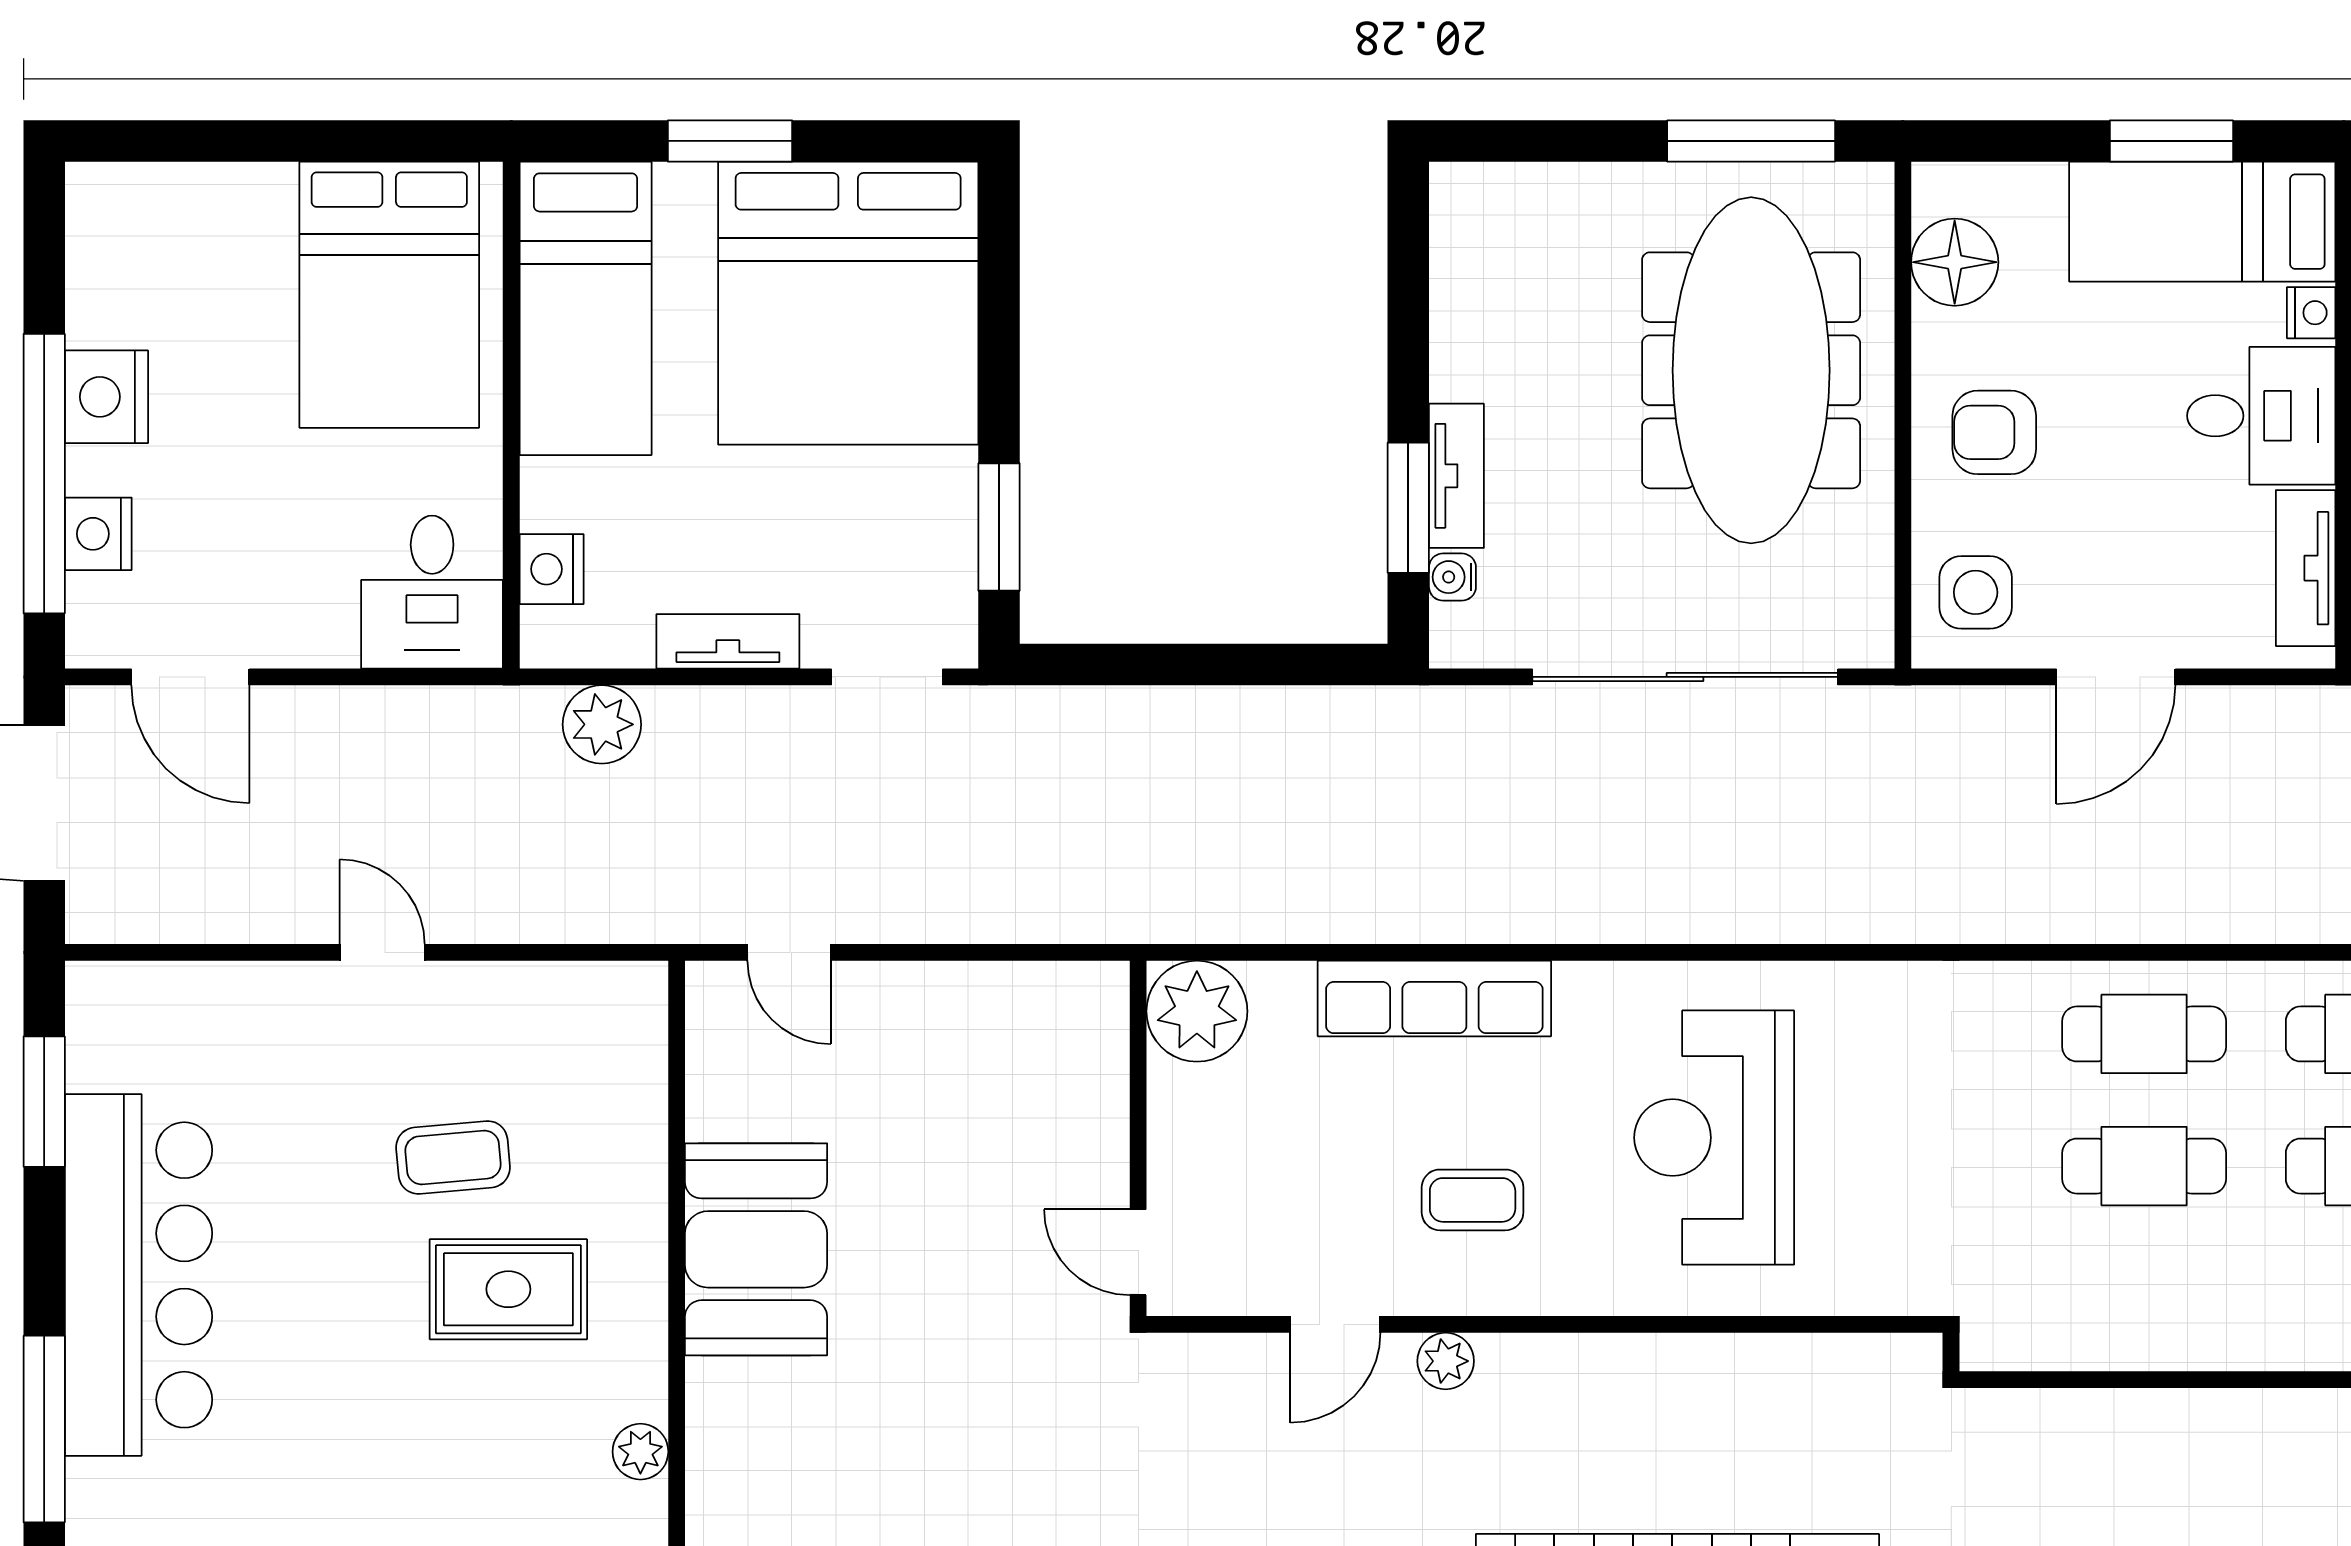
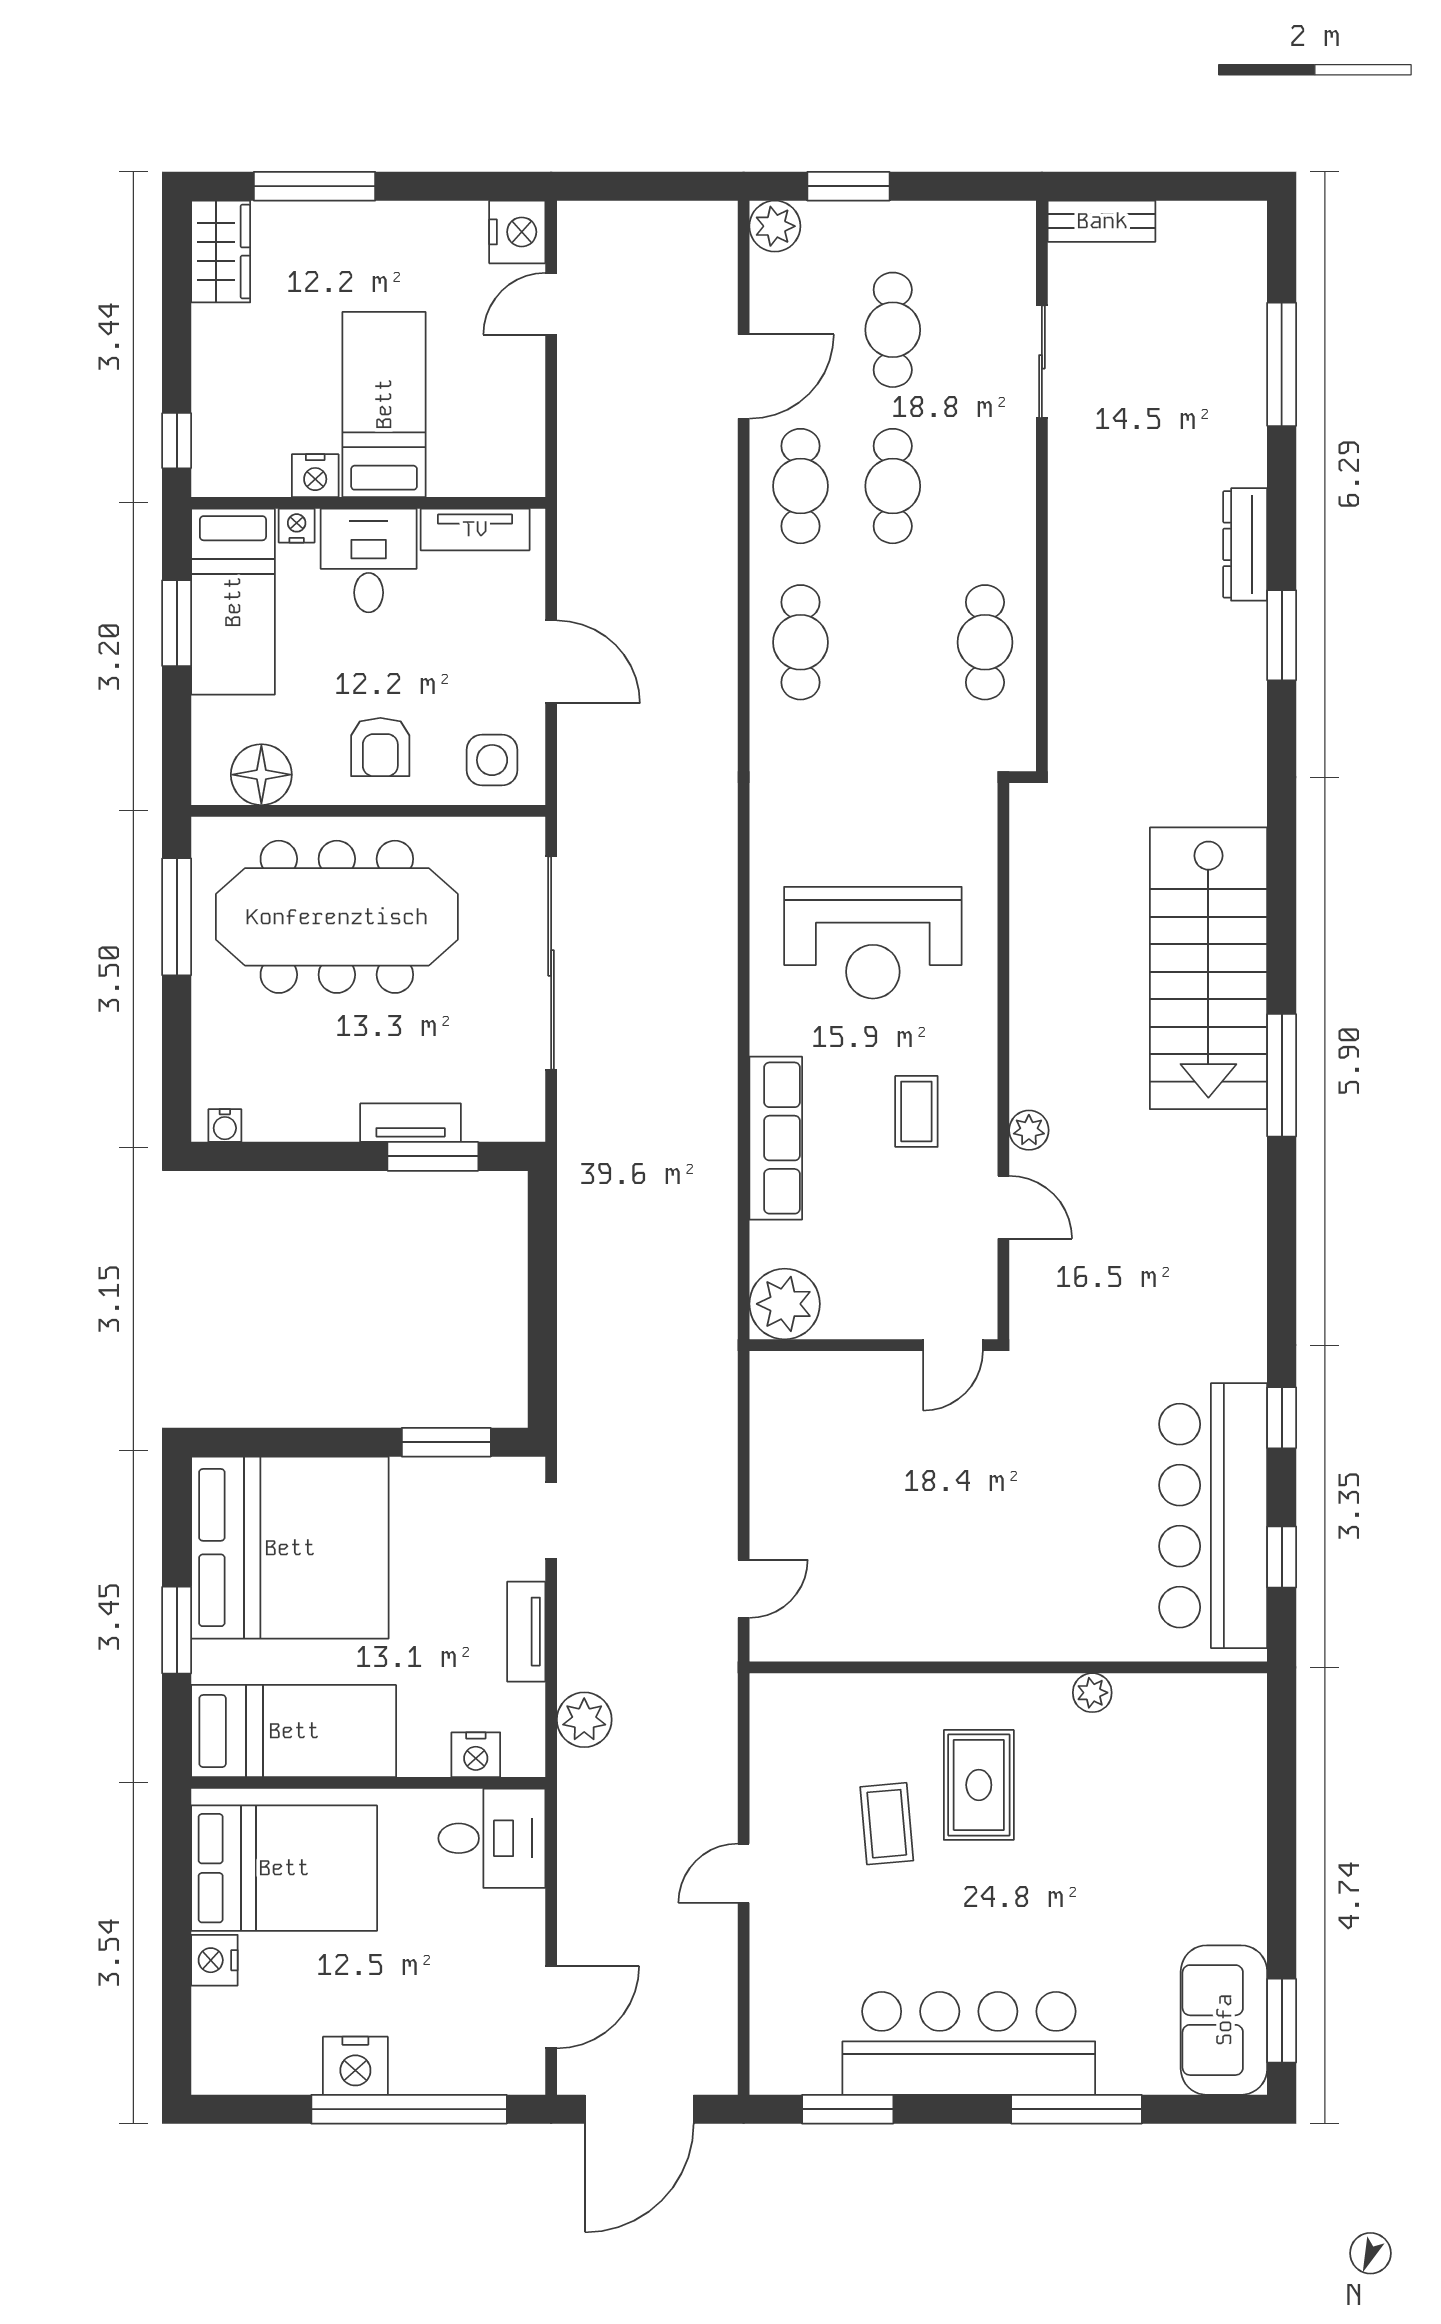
nightstand: (98, 534) -> (214, 1960), moved, turned 90
water cooler: (1452, 577) -> (225, 1125), moved
cafe table: (2144, 1166) -> (985, 642), moved
booth: (756, 1249) -> (951, 1612), removed

